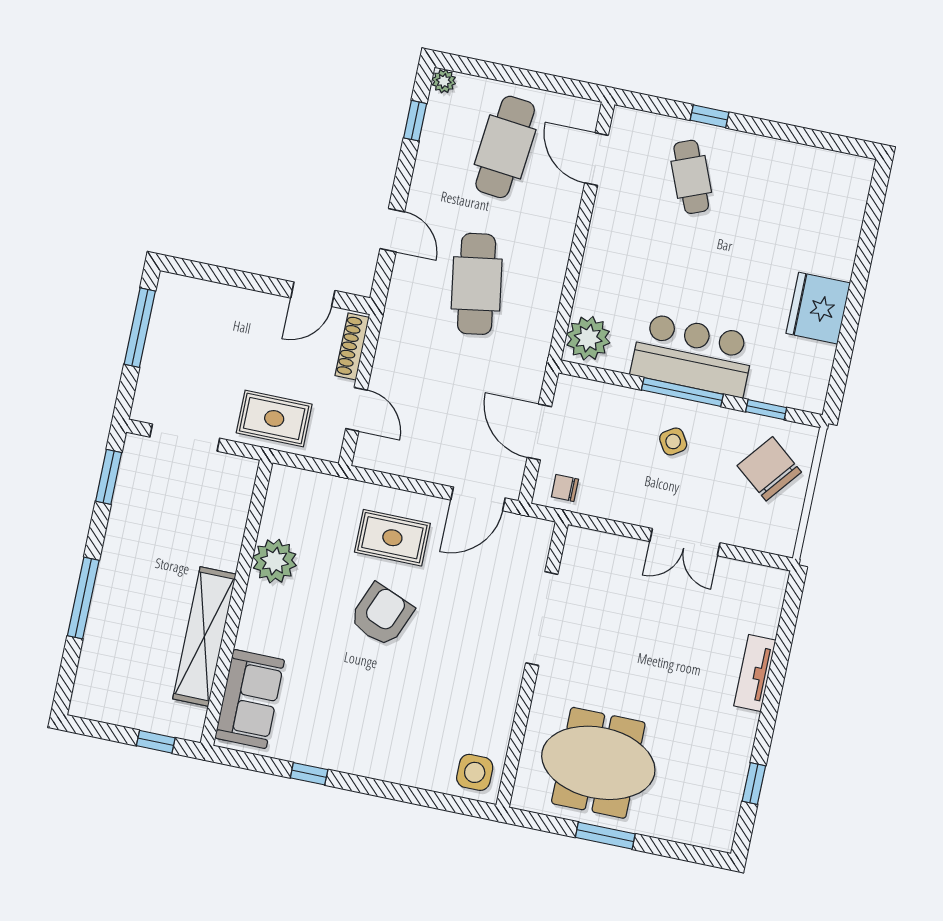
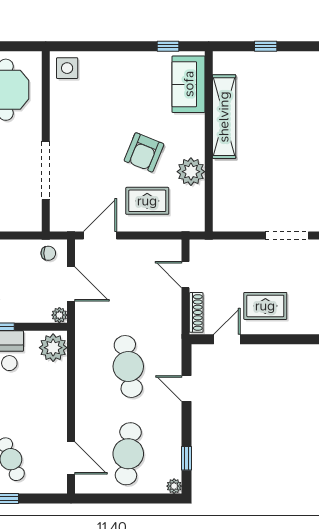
plant: (568, 387) -> (59, 315), added
rug: (274, 418) -> (265, 306), moved
plant: (275, 561) -> (191, 172), moved
wall: (237, 603) -> (209, 141), moved
shelving: (204, 636) -> (224, 117), moved
sofa: (250, 699) -> (189, 84), moved

